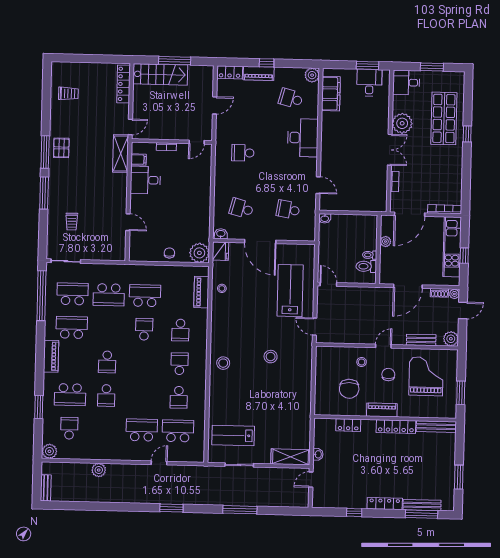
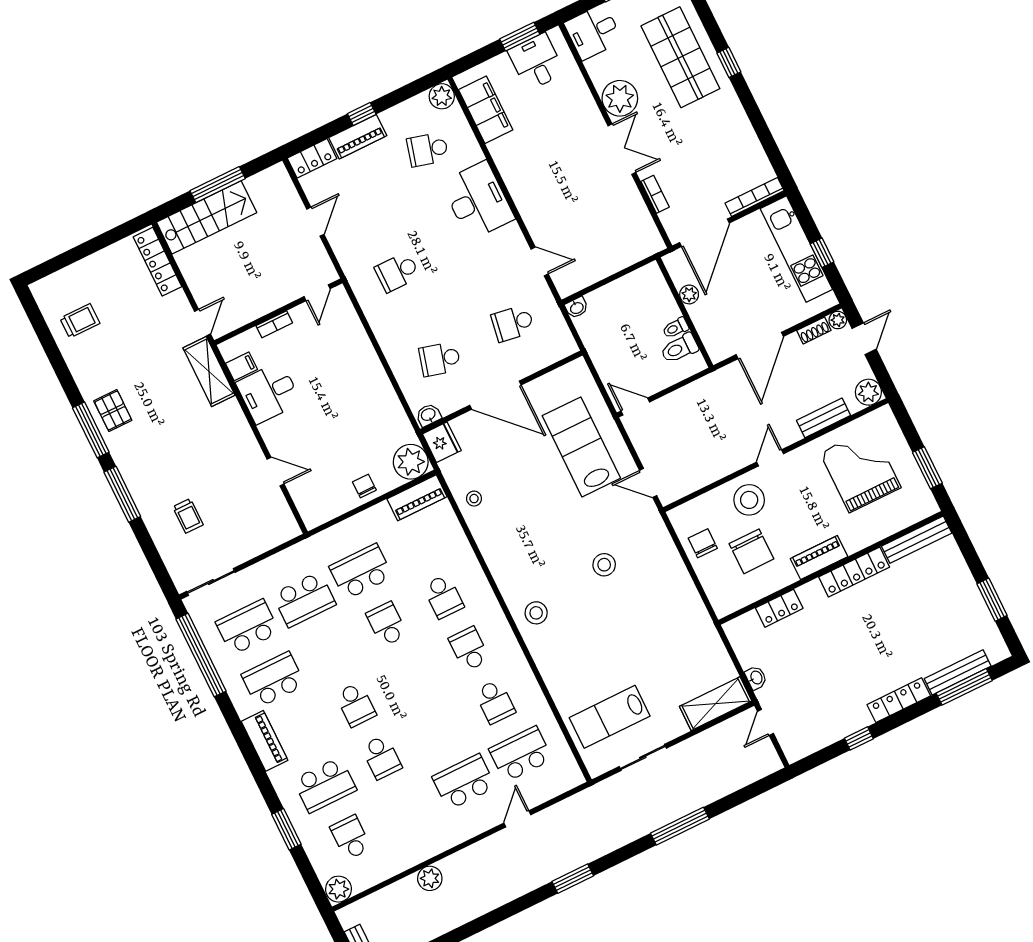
piano: (201, 292) -> (417, 498), moved, turned -90
stool: (362, 362) -> (749, 500), width x1.89, depth x1.89
chair: (388, 375) -> (703, 543), moved

